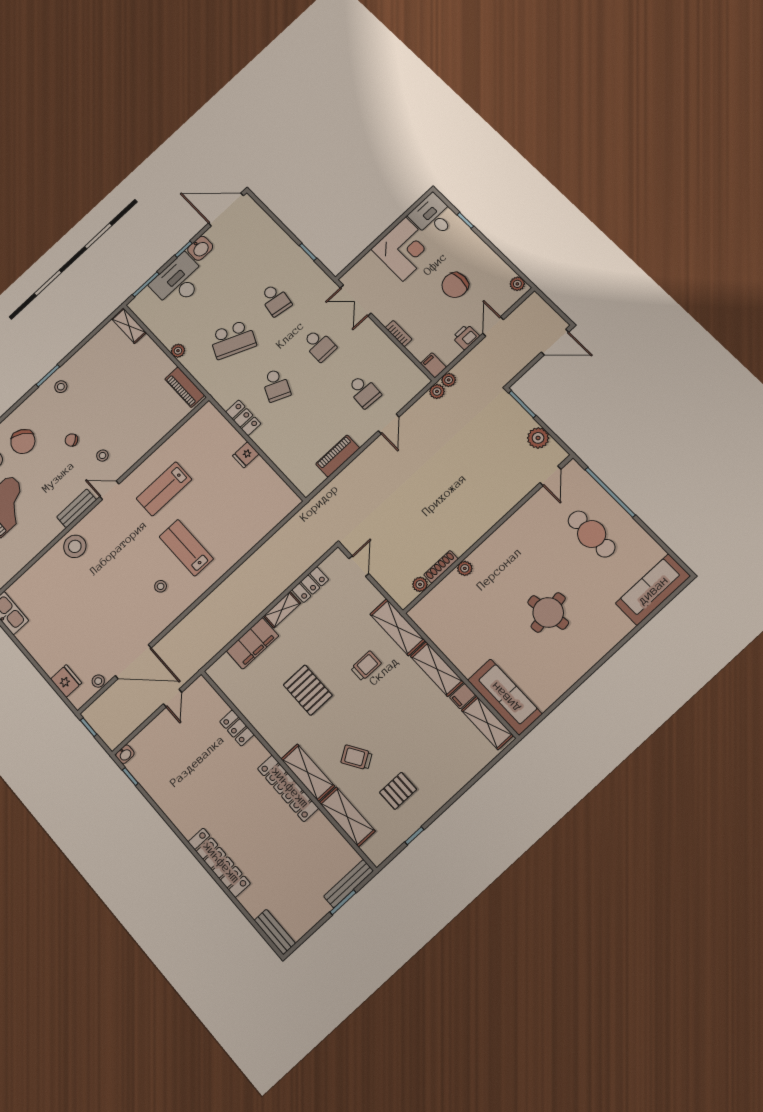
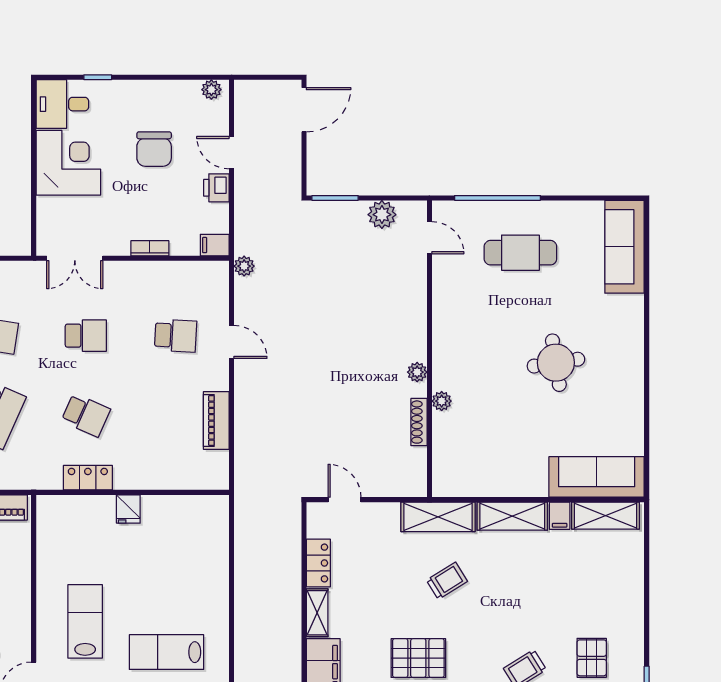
plant: (449, 380) -> (243, 244), removed
lab bench: (164, 489) -> (85, 621), turned 180
plant: (420, 584) -> (417, 372), moved
trolley: (366, 666) -> (447, 581), turned 58

